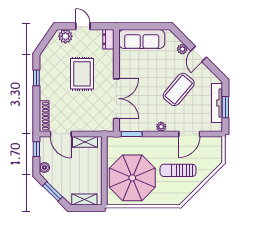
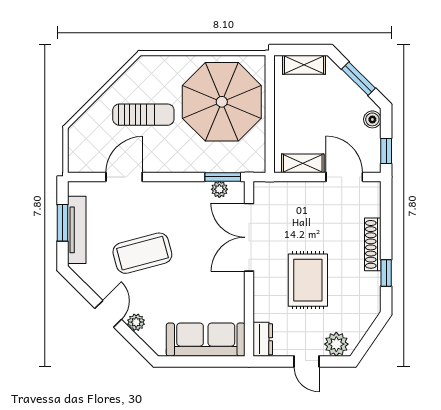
coffee table: (179, 89) -> (142, 253), turned 35
shoe rack: (44, 116) -> (373, 244), moved
plant: (161, 127) -> (219, 189), moved

